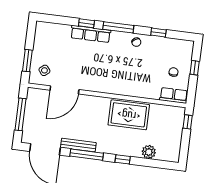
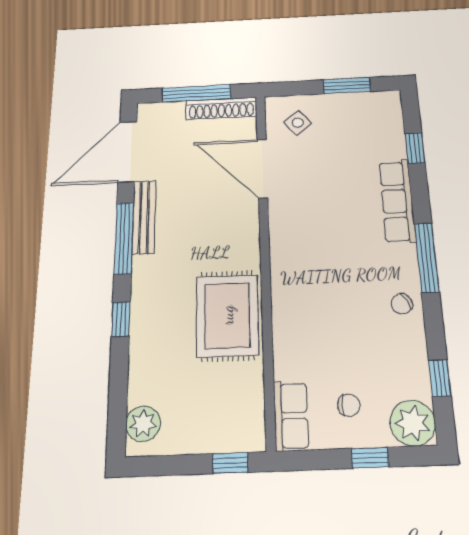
window: (86, 23) -> (415, 148), moved
window: (158, 33) -> (440, 378), moved
plant: (184, 48) -> (413, 423), added
window: (27, 61) -> (347, 86), moved
shoe rack: (31, 104) -> (221, 108), added
plant: (149, 152) -> (143, 424), moved

